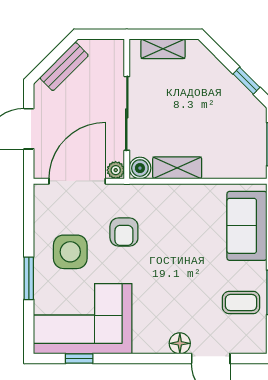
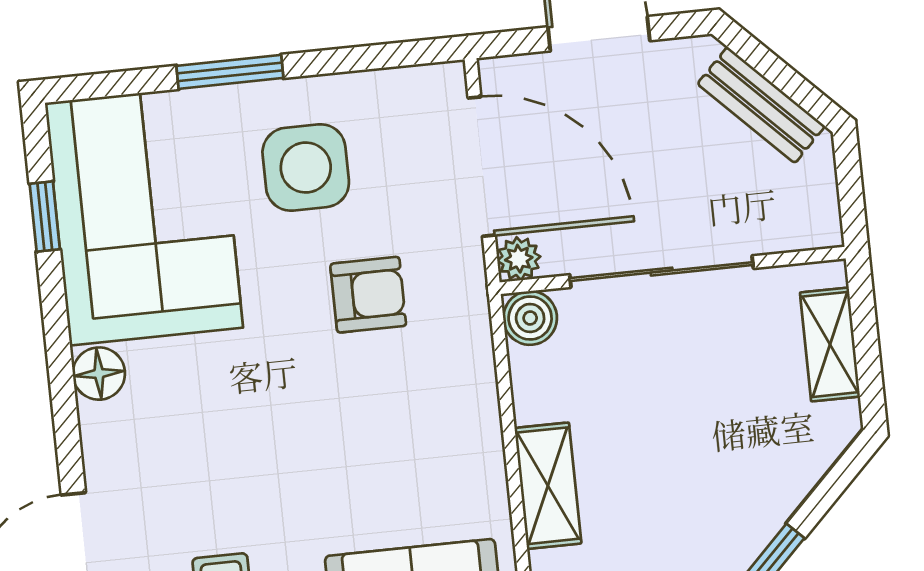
shelving: (177, 168) -> (548, 486), moved
armchair: (124, 232) -> (368, 295), turned 180
floor lamp: (180, 343) -> (99, 374), moved

